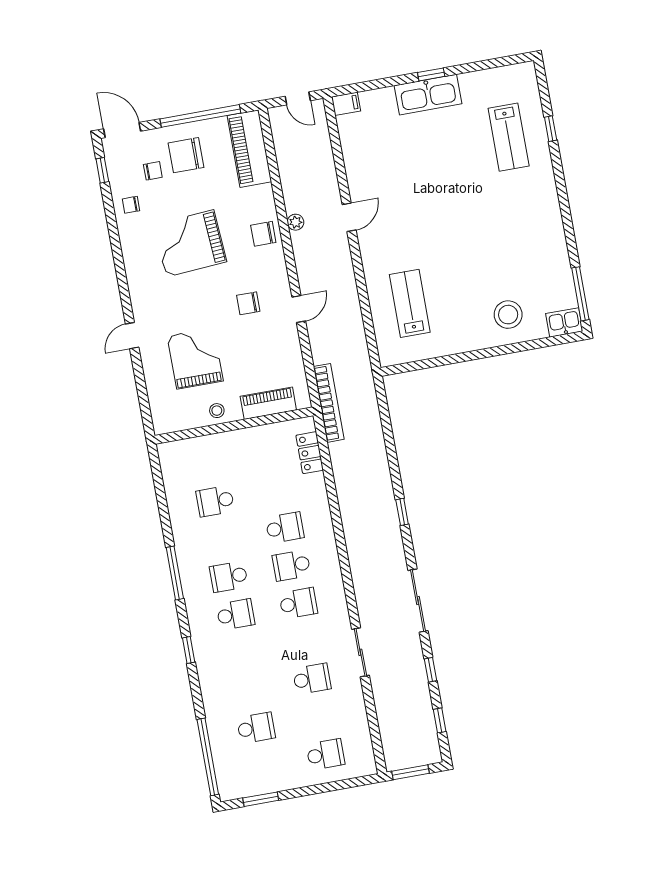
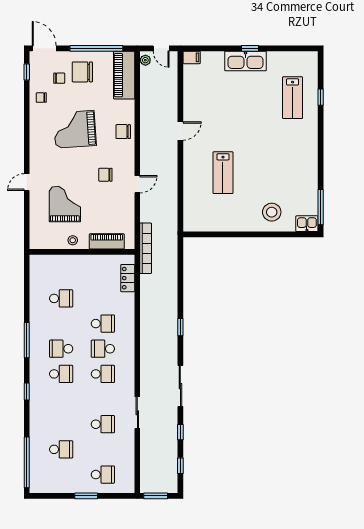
plant: (296, 222) -> (145, 60), moved
lab bench: (410, 303) -> (223, 173), moved, turned 180
school desk: (215, 501) -> (61, 298), turned 180
window: (261, 799) -> (86, 496), moved

